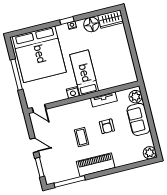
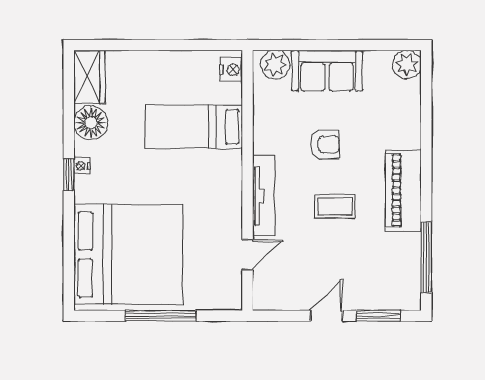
bed: (84, 73) -> (194, 127), moved
nightstand: (73, 93) -> (231, 70), moved
tv unit: (104, 99) -> (264, 196), moved, width x1.41
door: (39, 108) -> (248, 255), moved

